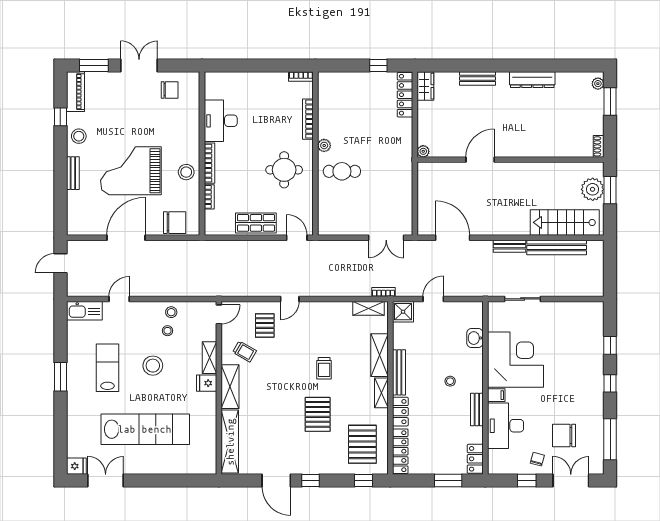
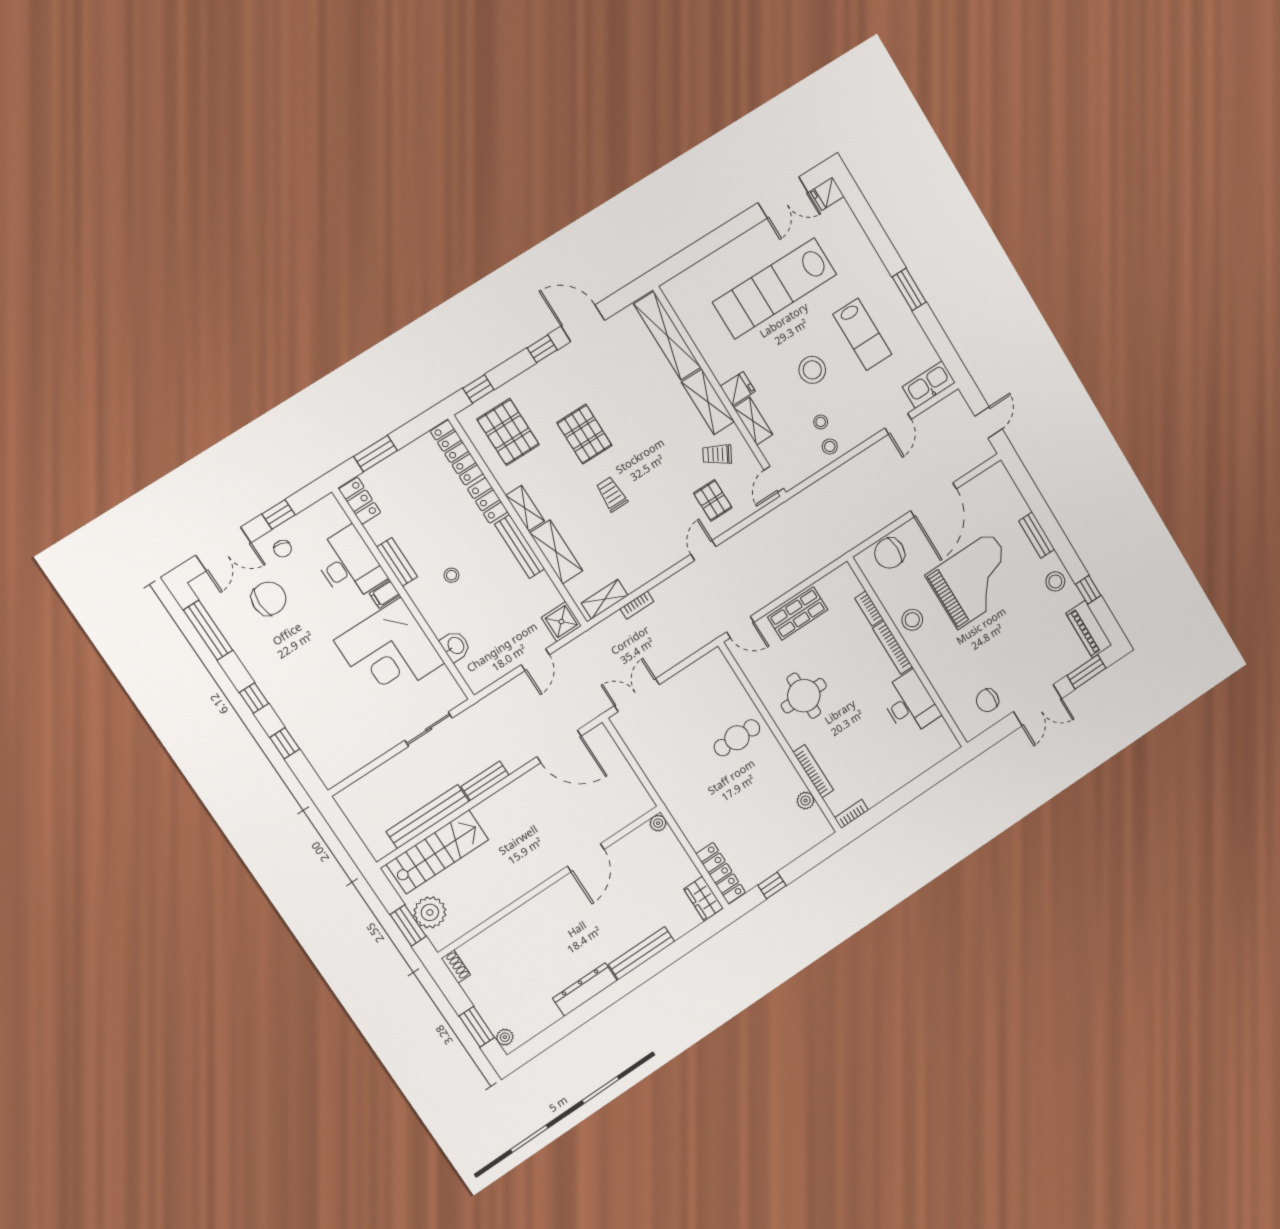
bench: (478, 78) -> (642, 953), width x1.36
plant: (324, 145) -> (806, 801), moved
bookcase: (383, 292) -> (637, 605), moved

